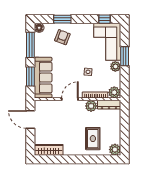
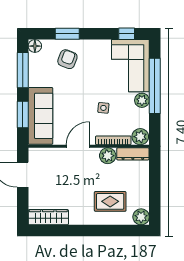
window: (125, 56) -> (155, 86), width x2.11
rug: (93, 139) -> (110, 201), turned 90

